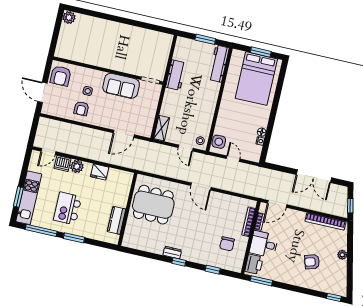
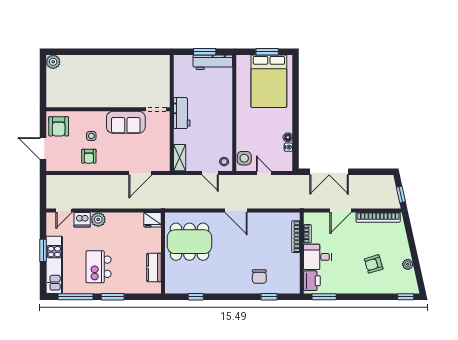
workbench: (219, 64) -> (213, 62), moved, turned -90
workbench: (176, 75) -> (182, 113), moved
fridge: (100, 172) -> (153, 220), moved
double door: (314, 176) -> (329, 172), moved
window: (18, 197) -> (43, 250), moved
door: (277, 204) -> (341, 210), moved
chair: (227, 244) -> (259, 277), moved
dresser: (172, 253) -> (222, 288), removed
plant: (342, 255) -> (408, 264), moved
window: (179, 262) -> (196, 297), moved

